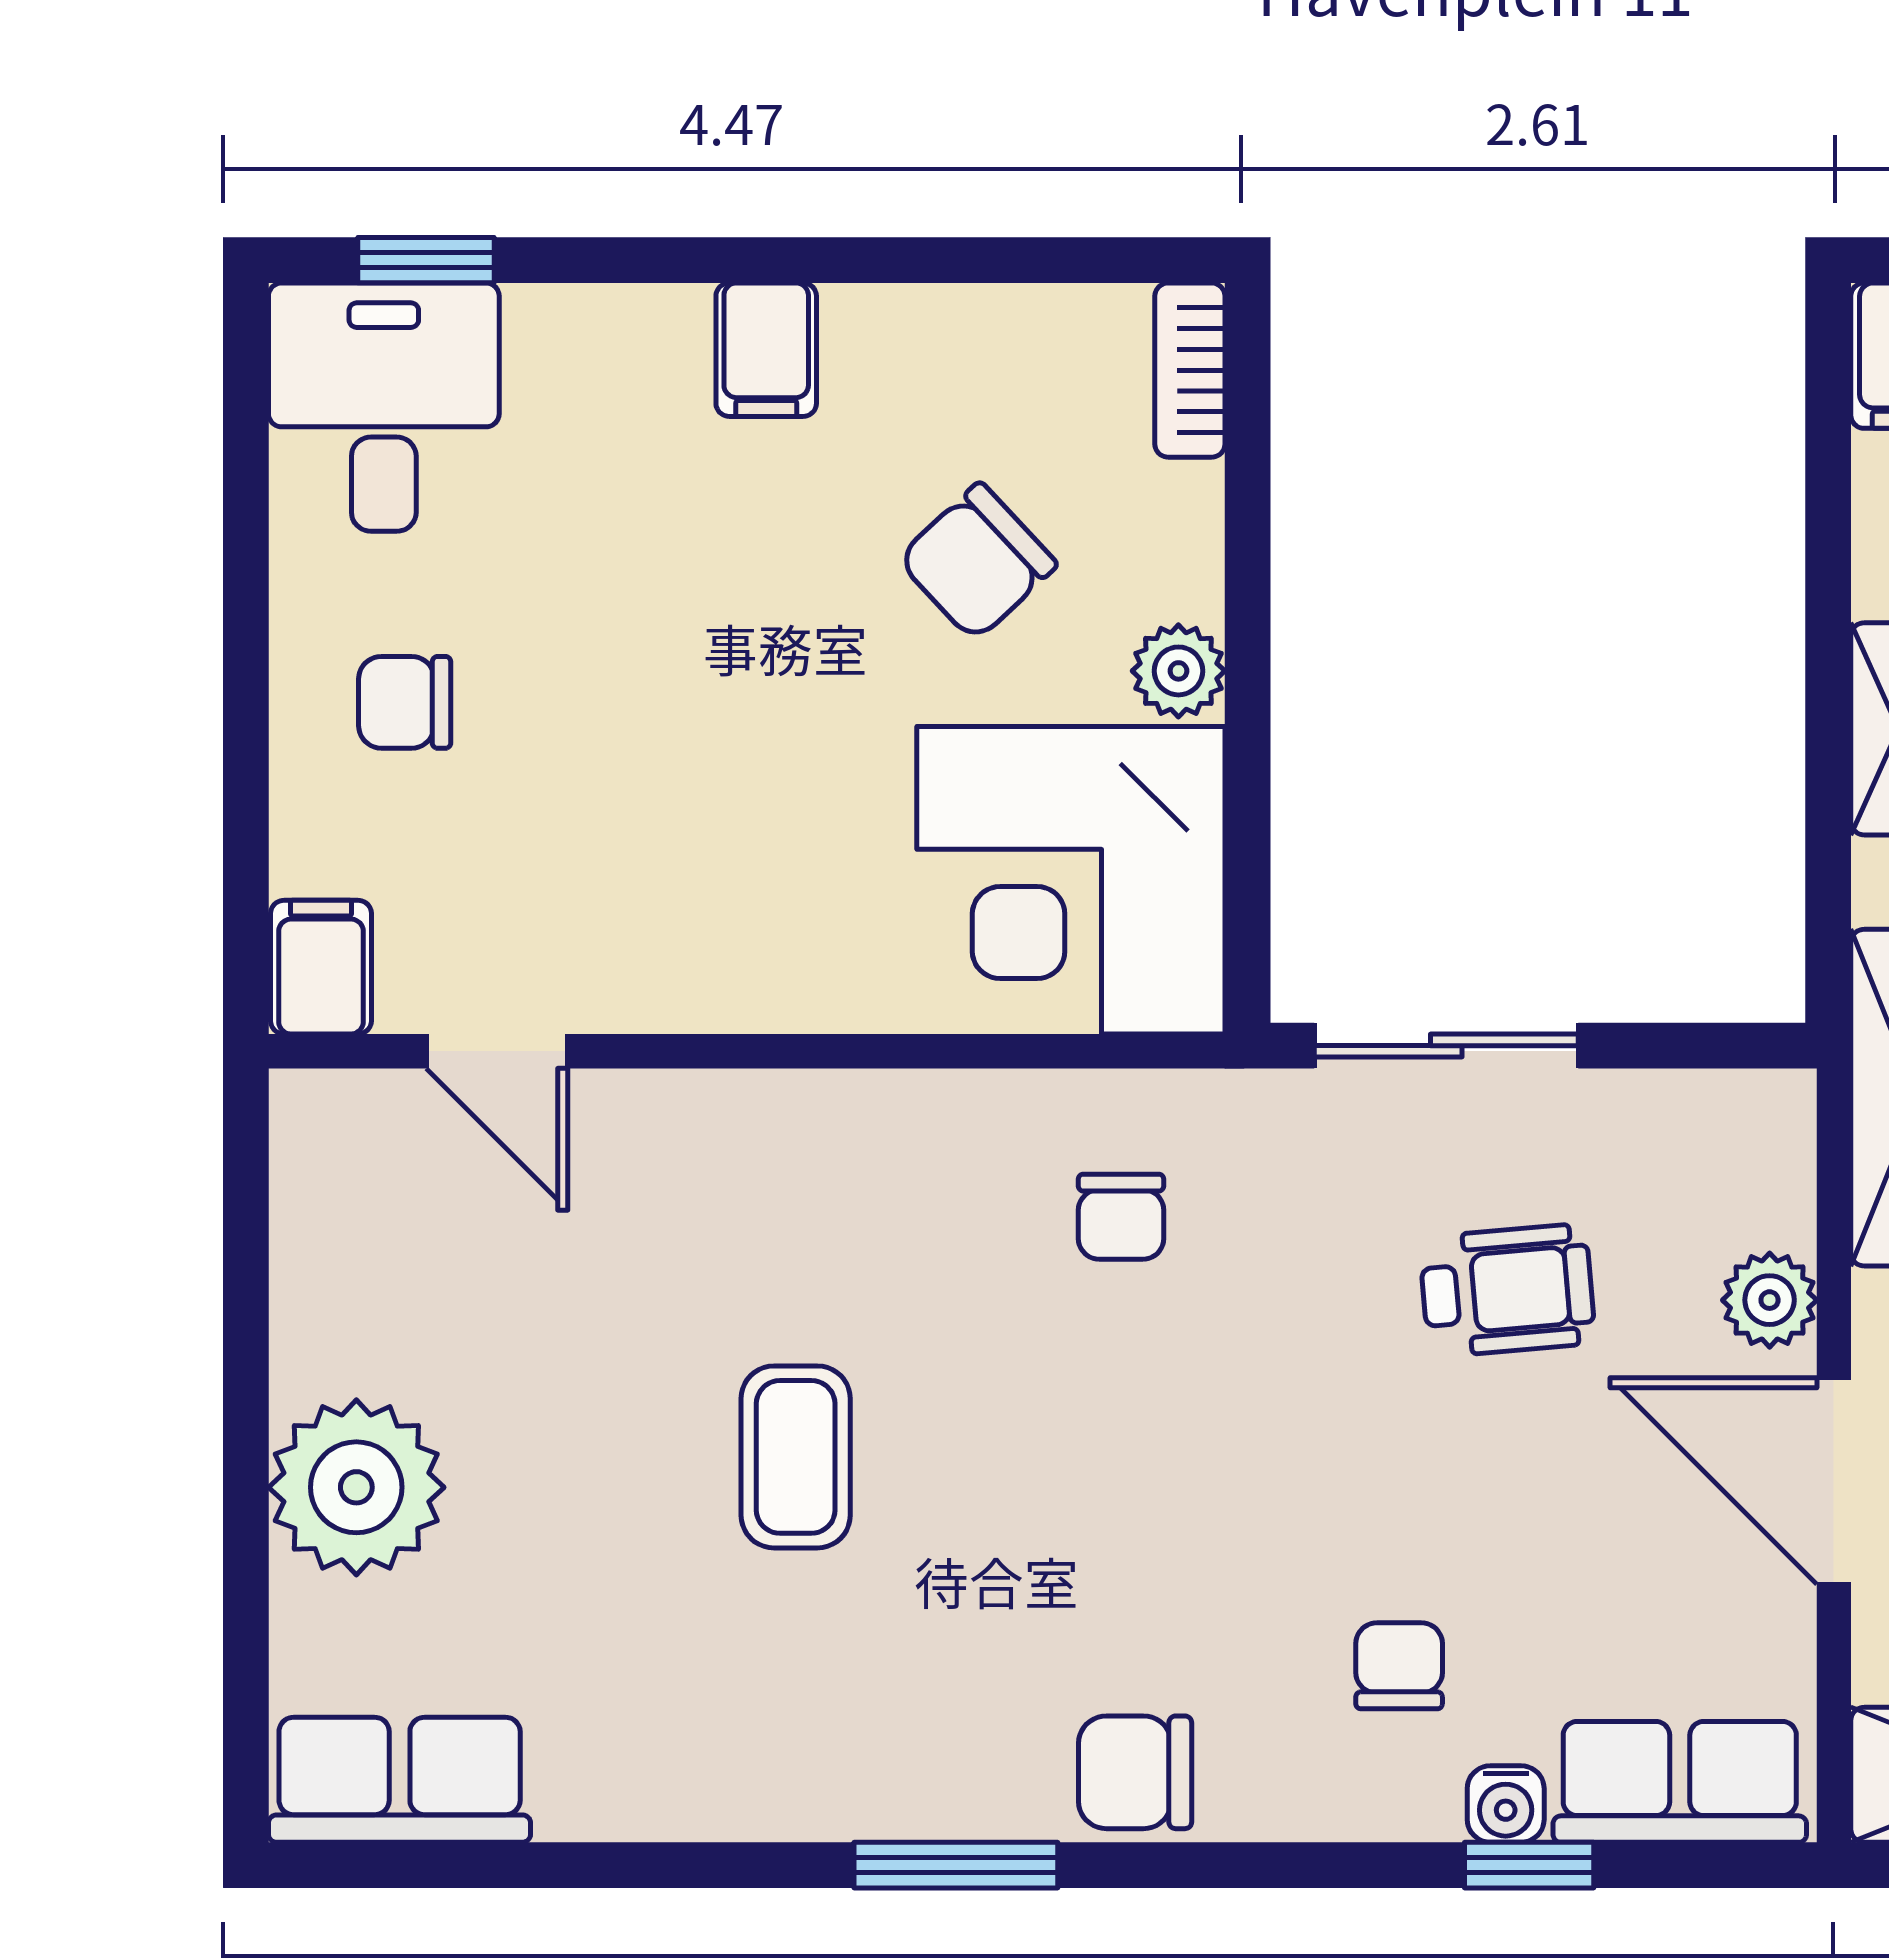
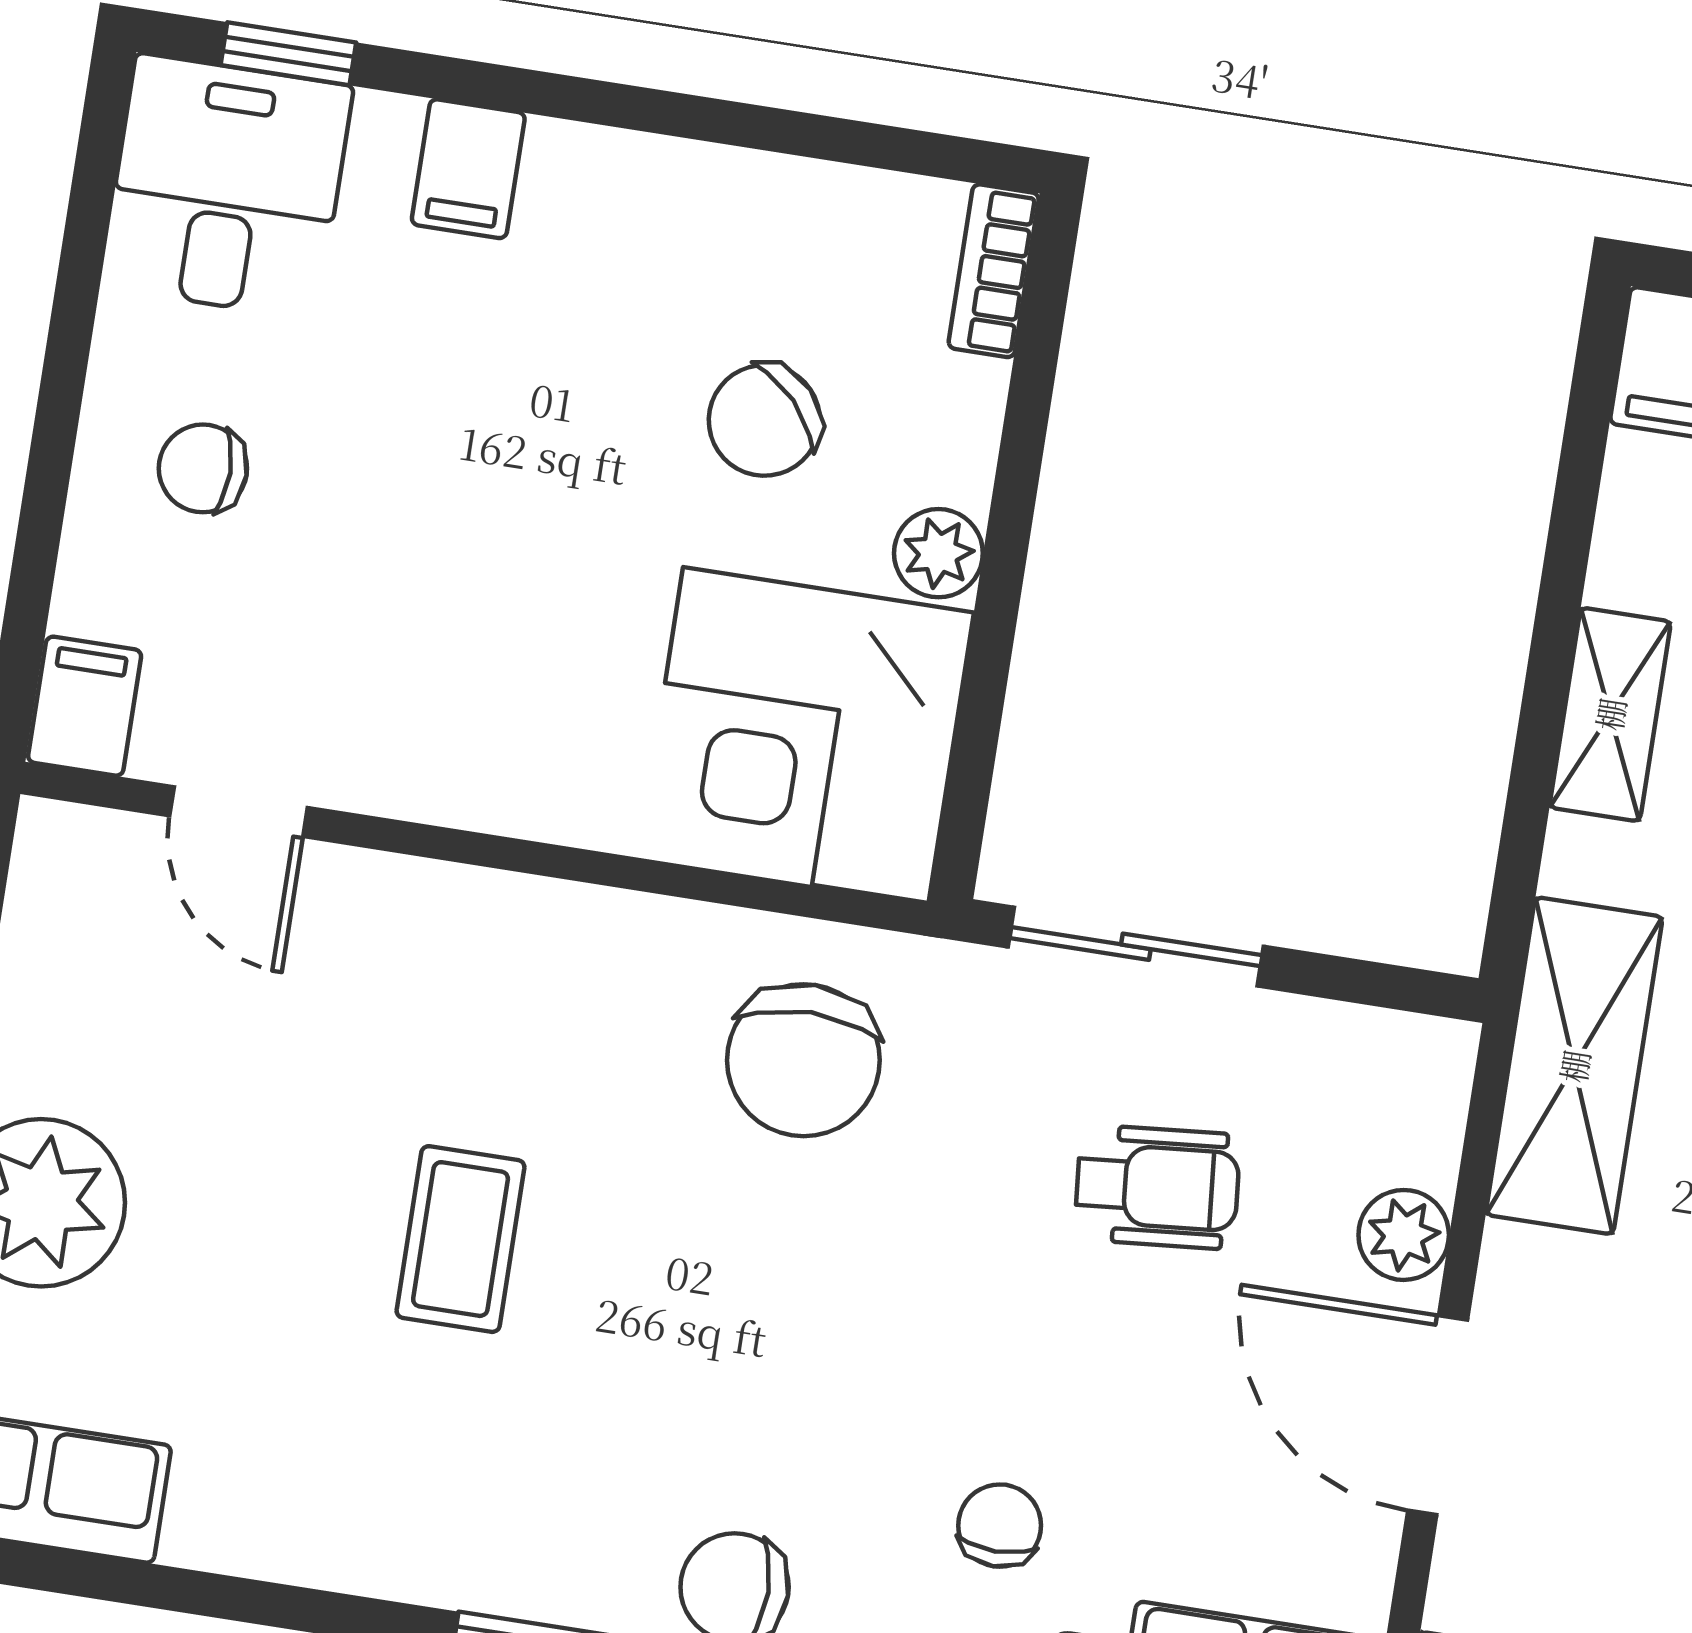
filing cabinet: (766, 350) -> (468, 169), moved
chair: (1121, 1217) -> (803, 1060), width x1.87, depth x1.87

